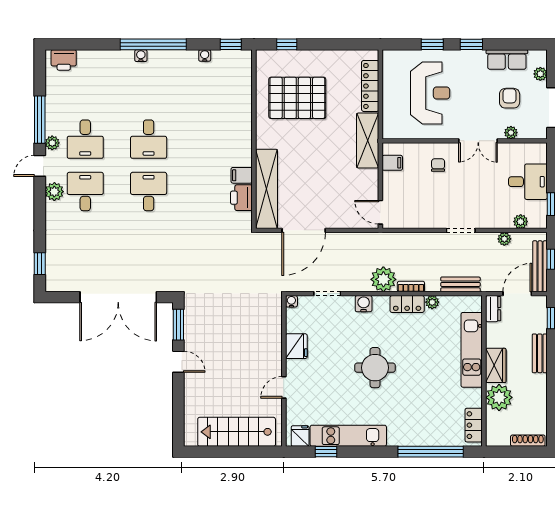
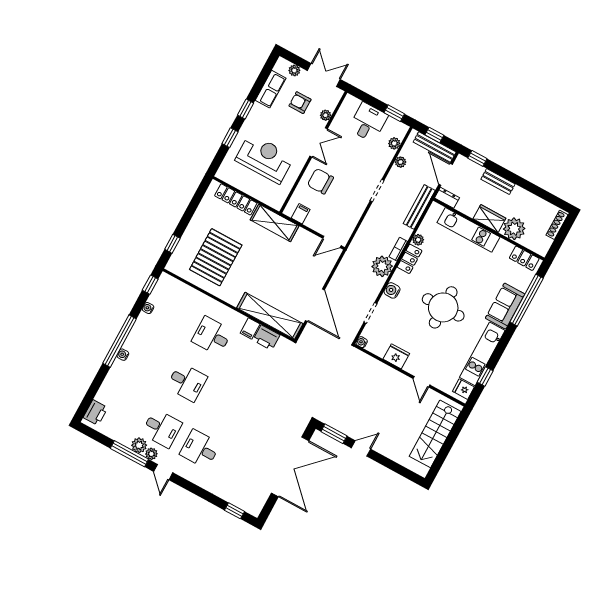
chair: (438, 165) -> (320, 181), width x1.87, depth x1.87
plant: (54, 192) -> (139, 445), moved
desk: (149, 192) -> (212, 336), moved
bench: (460, 284) -> (419, 207), width x1.36
round table: (375, 368) -> (443, 307), width x1.36, depth x1.36
sofa: (412, 432) -> (505, 306), added

